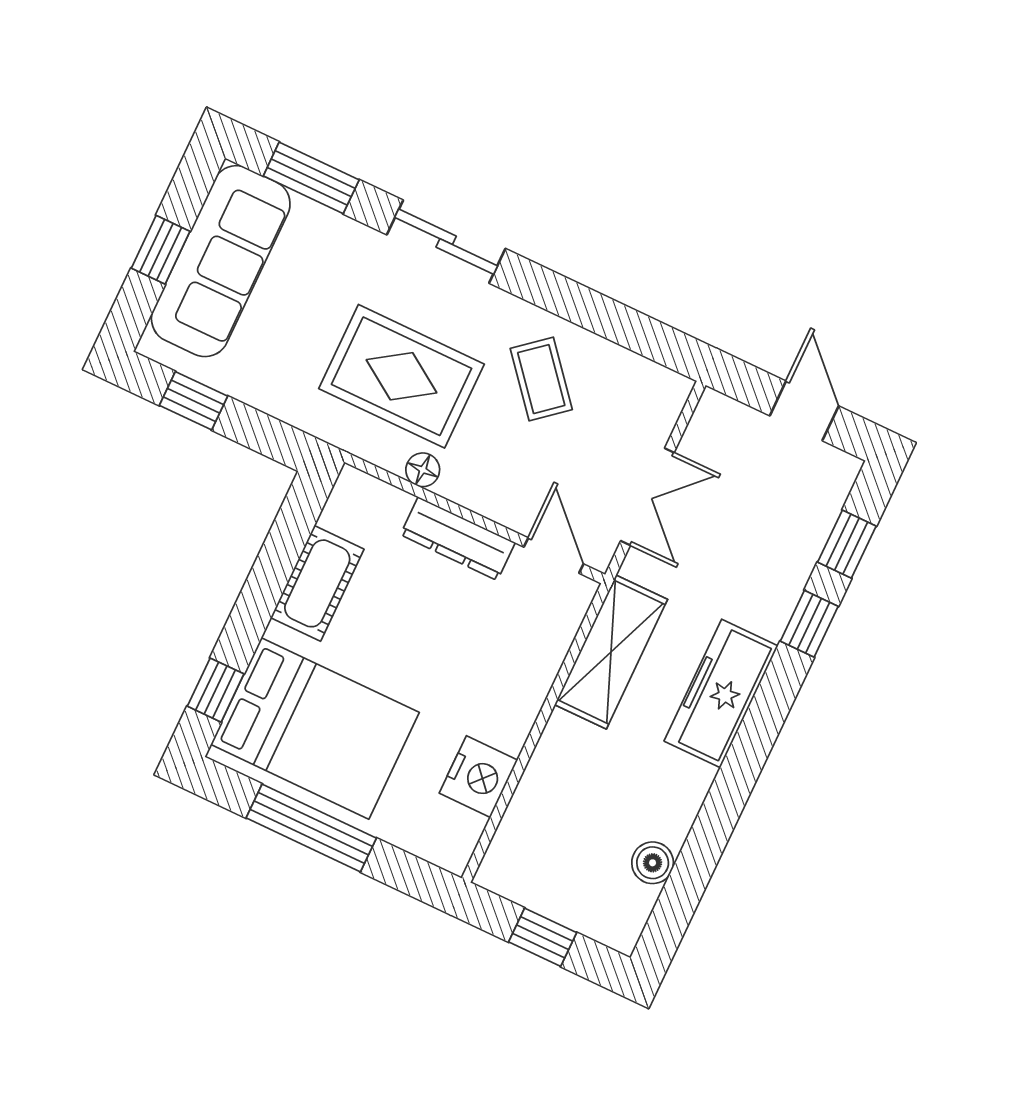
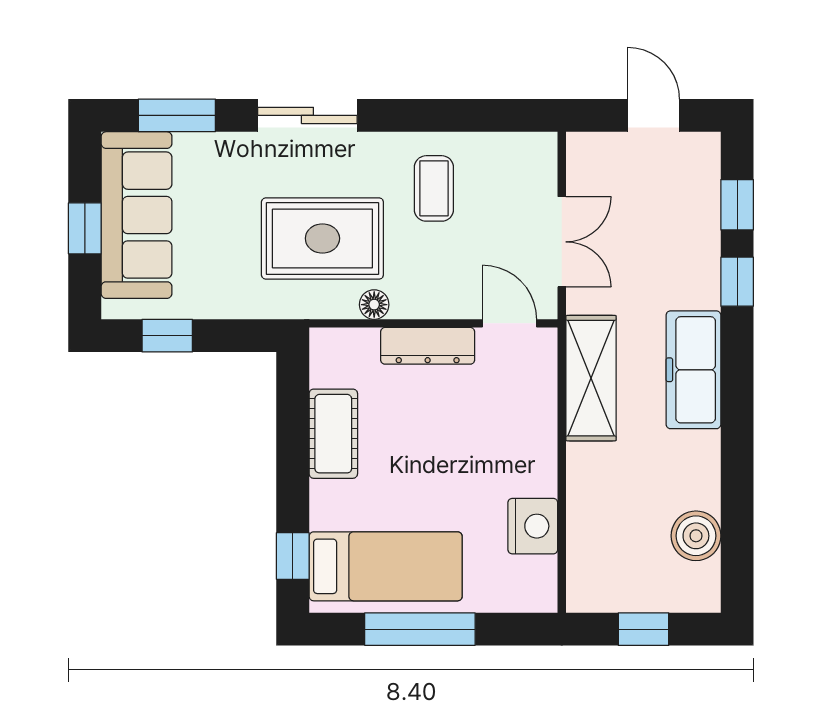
coffee table: (541, 379) -> (434, 188), turned 40
bed: (315, 728) -> (386, 566), width x0.67
boiler: (653, 863) -> (696, 536), width x1.36, depth x1.36

